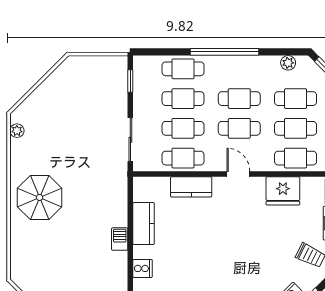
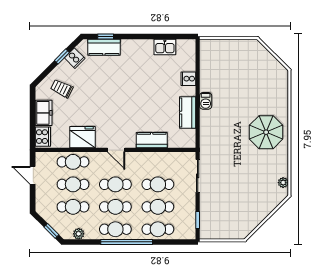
cafe table: (183, 158) -> (115, 229), moved

